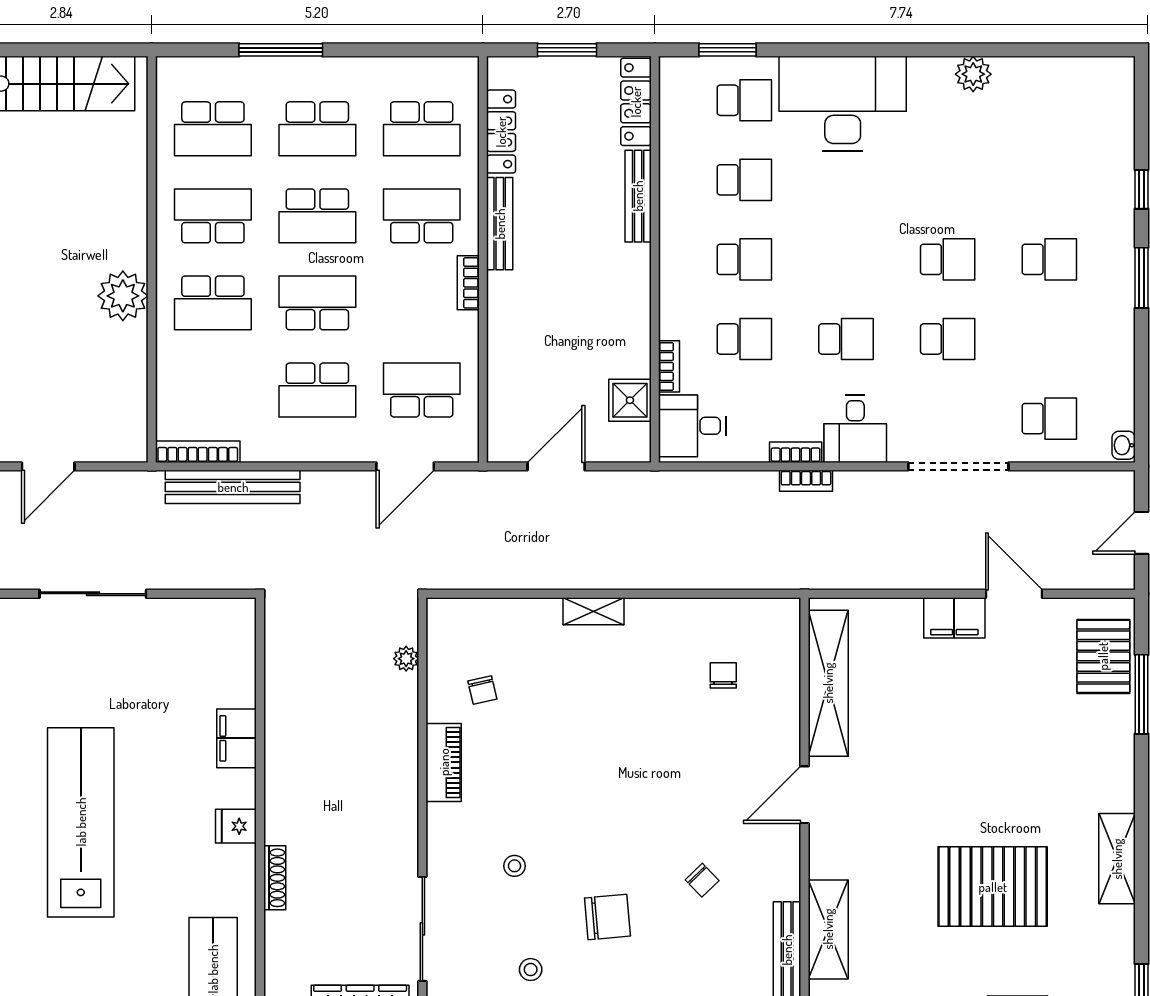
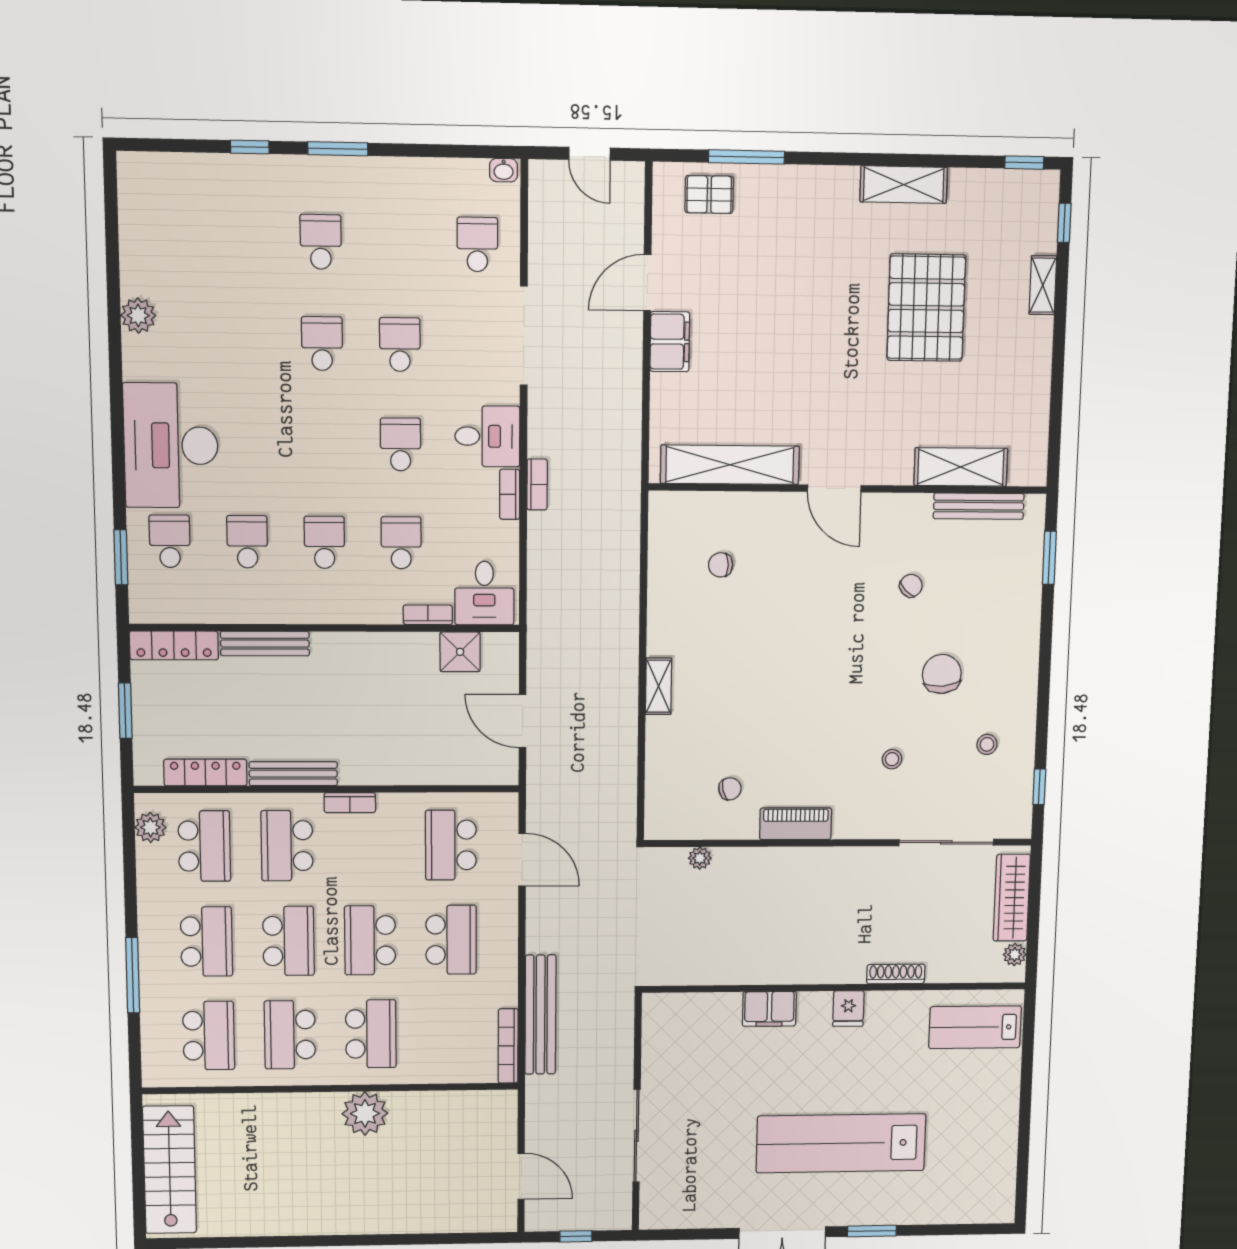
plant: (442, 73) -> (150, 827), added
pallet: (1103, 656) -> (709, 195), width x0.67, depth x0.71

